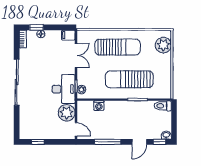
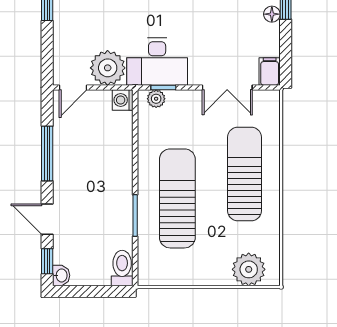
sun lounger: (118, 47) -> (245, 174), turned 180
washing machine: (99, 106) -> (123, 100), moved

